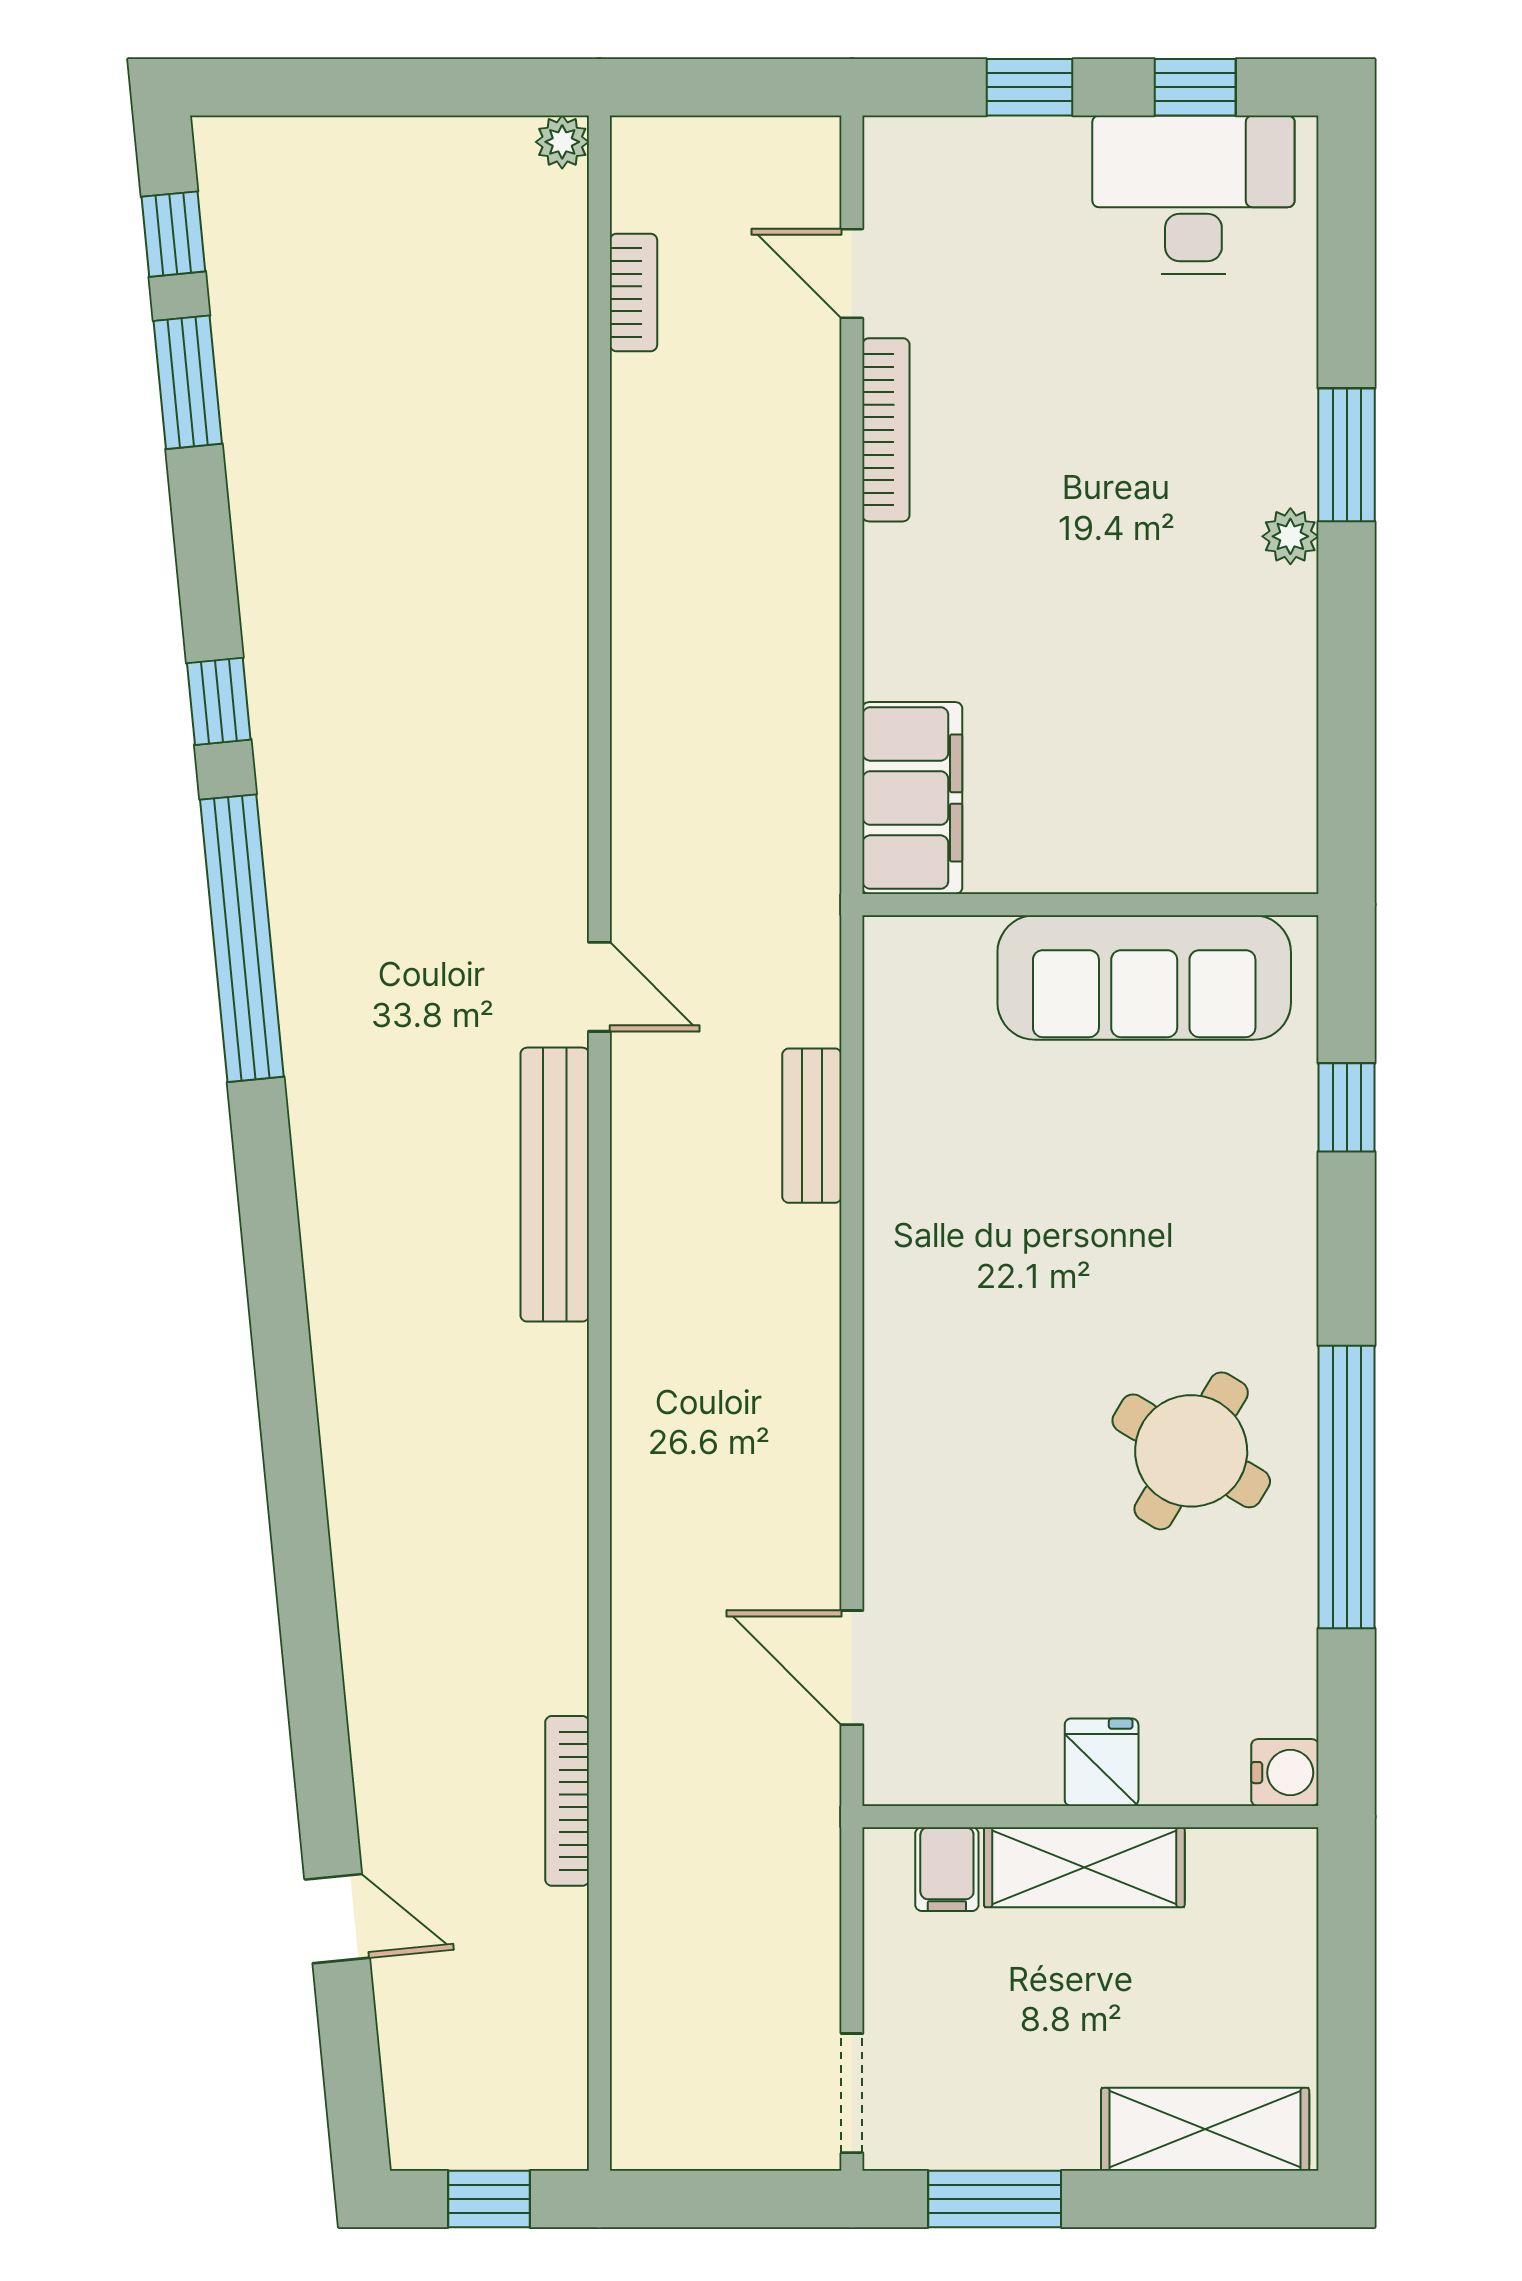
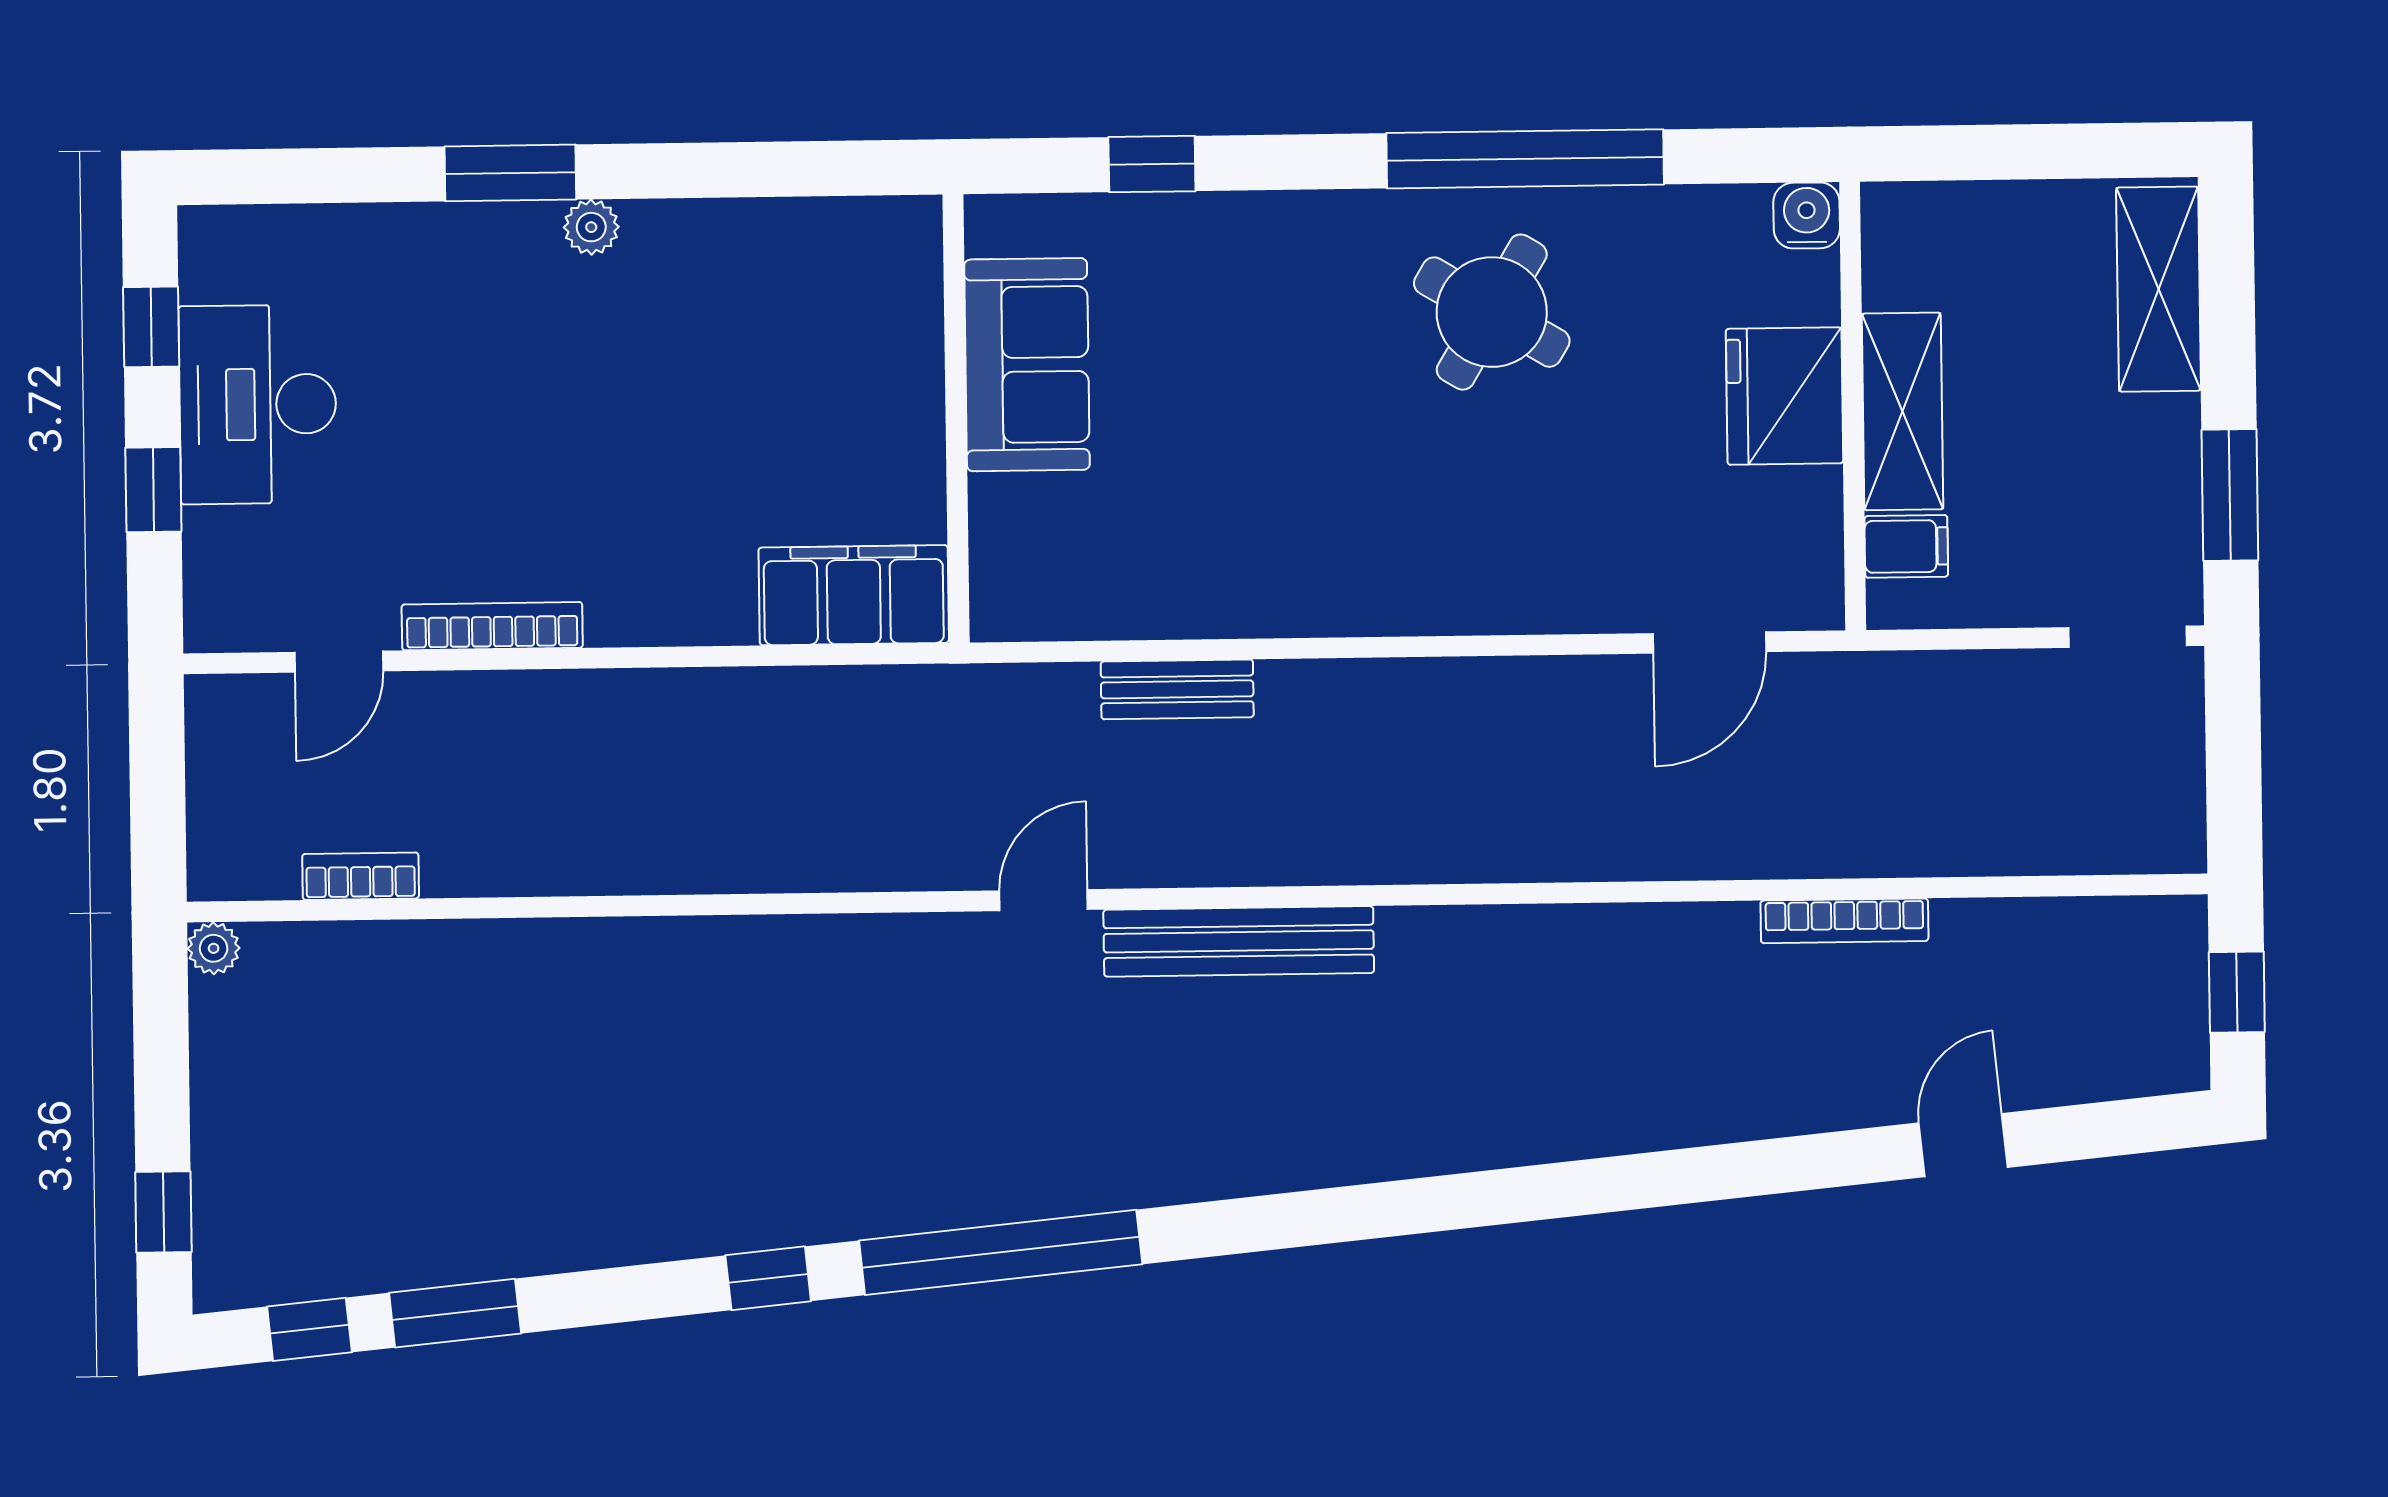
window: (295, 87) -> (163, 1212), added
desk: (1193, 195) -> (258, 404), moved
sofa: (1144, 977) -> (1027, 365), width x0.73
fridge: (1102, 1762) -> (1784, 396), width x1.88, depth x1.34

